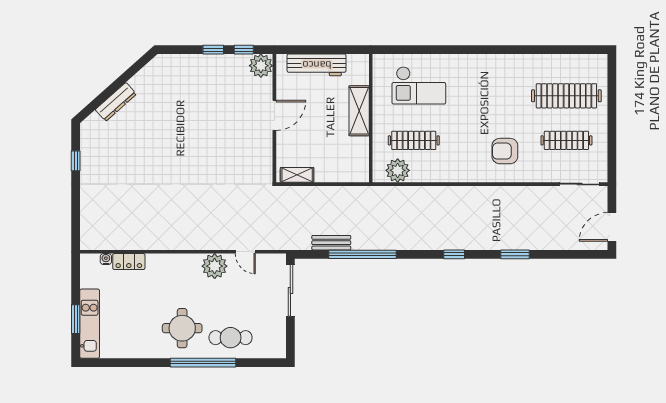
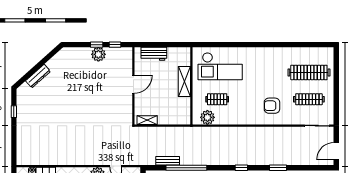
workbench: (317, 65) -> (154, 54), width x0.73
plant: (261, 66) -> (98, 54), moved
checkout: (419, 85) -> (220, 66), width x1.36, depth x1.21
clothes rail: (414, 140) -> (217, 99), width x0.73

